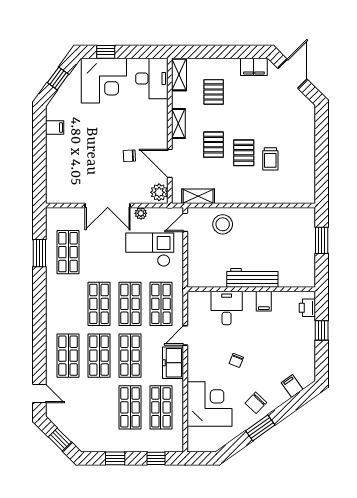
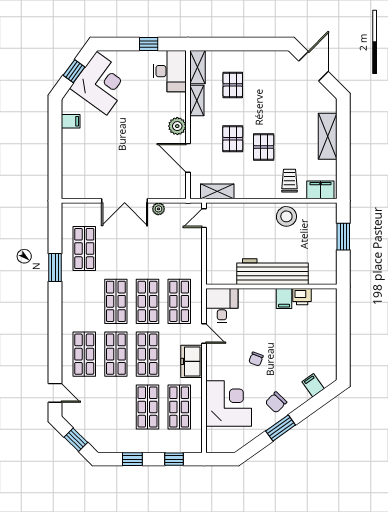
window: (106, 52) -> (149, 44), moved
filing cabinet: (254, 67) -> (320, 190), moved, turned 180
corner desk: (104, 81) -> (102, 83), moved, turned -54
shelving: (178, 123) -> (197, 100), moved
shelving: (306, 142) -> (328, 136), added
chair: (129, 156) -> (147, 150), removed
trolley: (270, 159) -> (289, 181), moved, turned 180
plant: (159, 192) -> (177, 126), moved
stool: (223, 224) -> (286, 216), moved
checkout: (150, 250) -> (168, 246), removed
window: (39, 253) -> (55, 267), moved
workbench: (252, 278) -> (272, 272), width x1.36, depth x1.32
desk: (227, 308) -> (222, 306), moved
printer: (307, 308) -> (302, 297), moved, turned -90
window: (322, 330) -> (343, 328), removed
door: (185, 335) -> (204, 333), swing flipped

